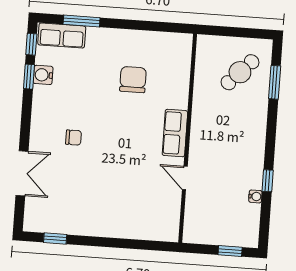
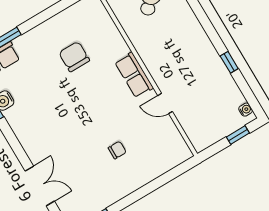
chair: (74, 138) -> (117, 150), moved
water cooler: (255, 196) -> (246, 110), moved

